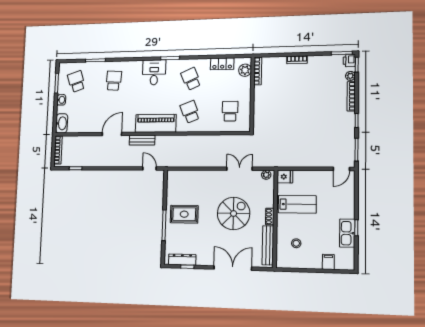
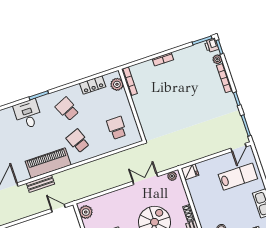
plant: (173, 181) -> (86, 212), added
lab bench: (297, 204) -> (238, 177), moved

